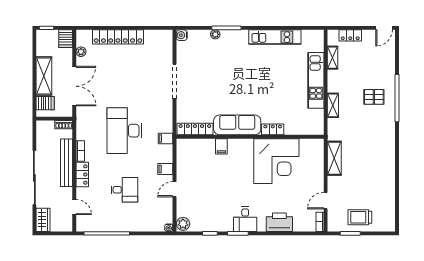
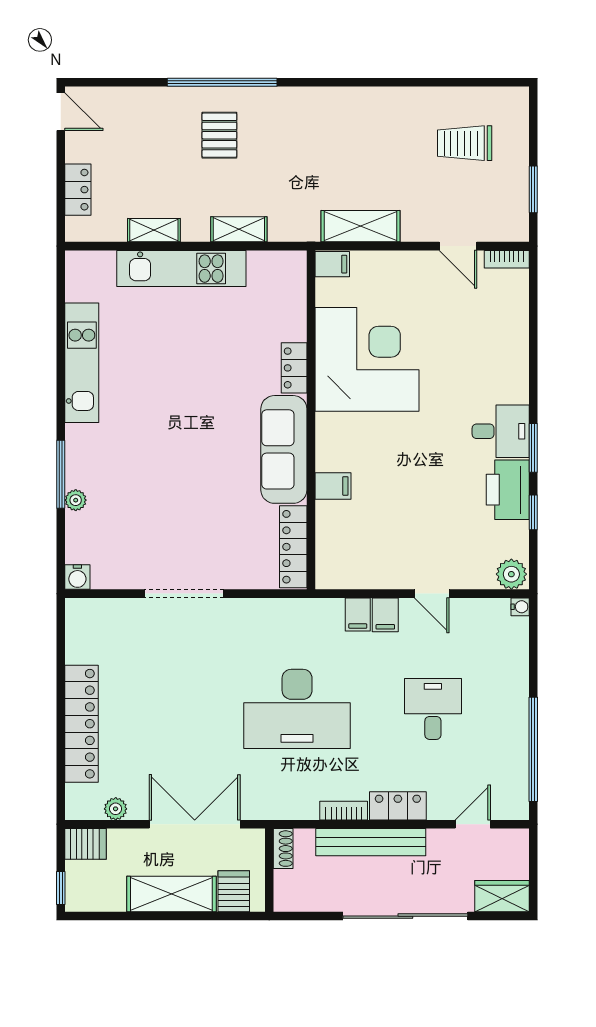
shelving: (333, 58) -> (154, 230), moved
filing cabinet: (166, 138) -> (358, 614), moved
filing cabinet: (318, 146) -> (332, 264), added
trolley: (360, 217) -> (465, 143), moved, turned 90
printer: (279, 222) -> (508, 490), moved

